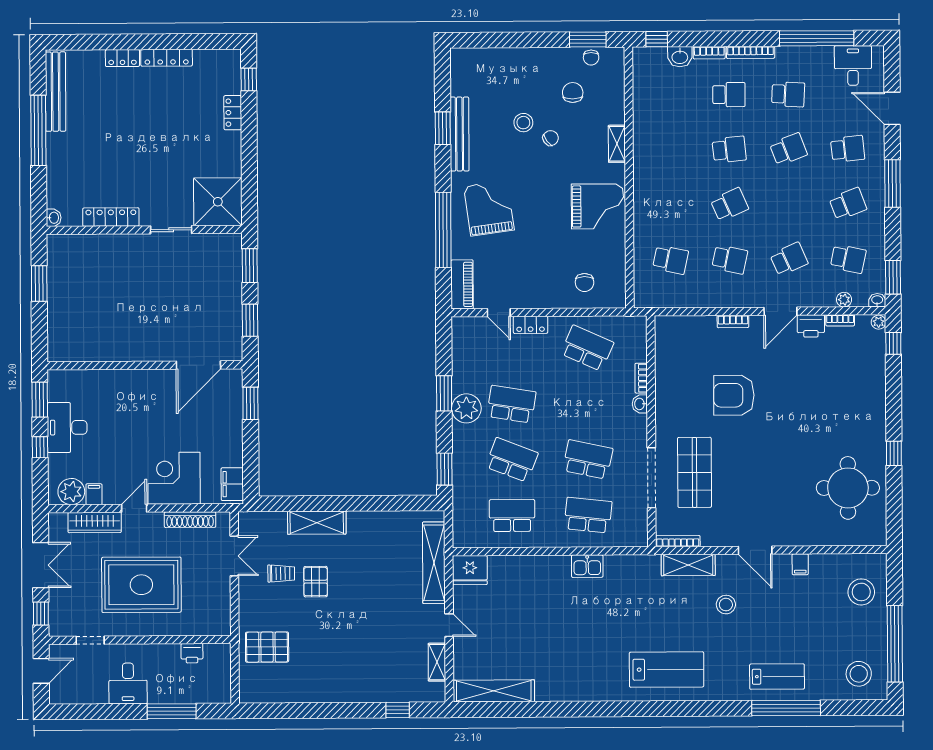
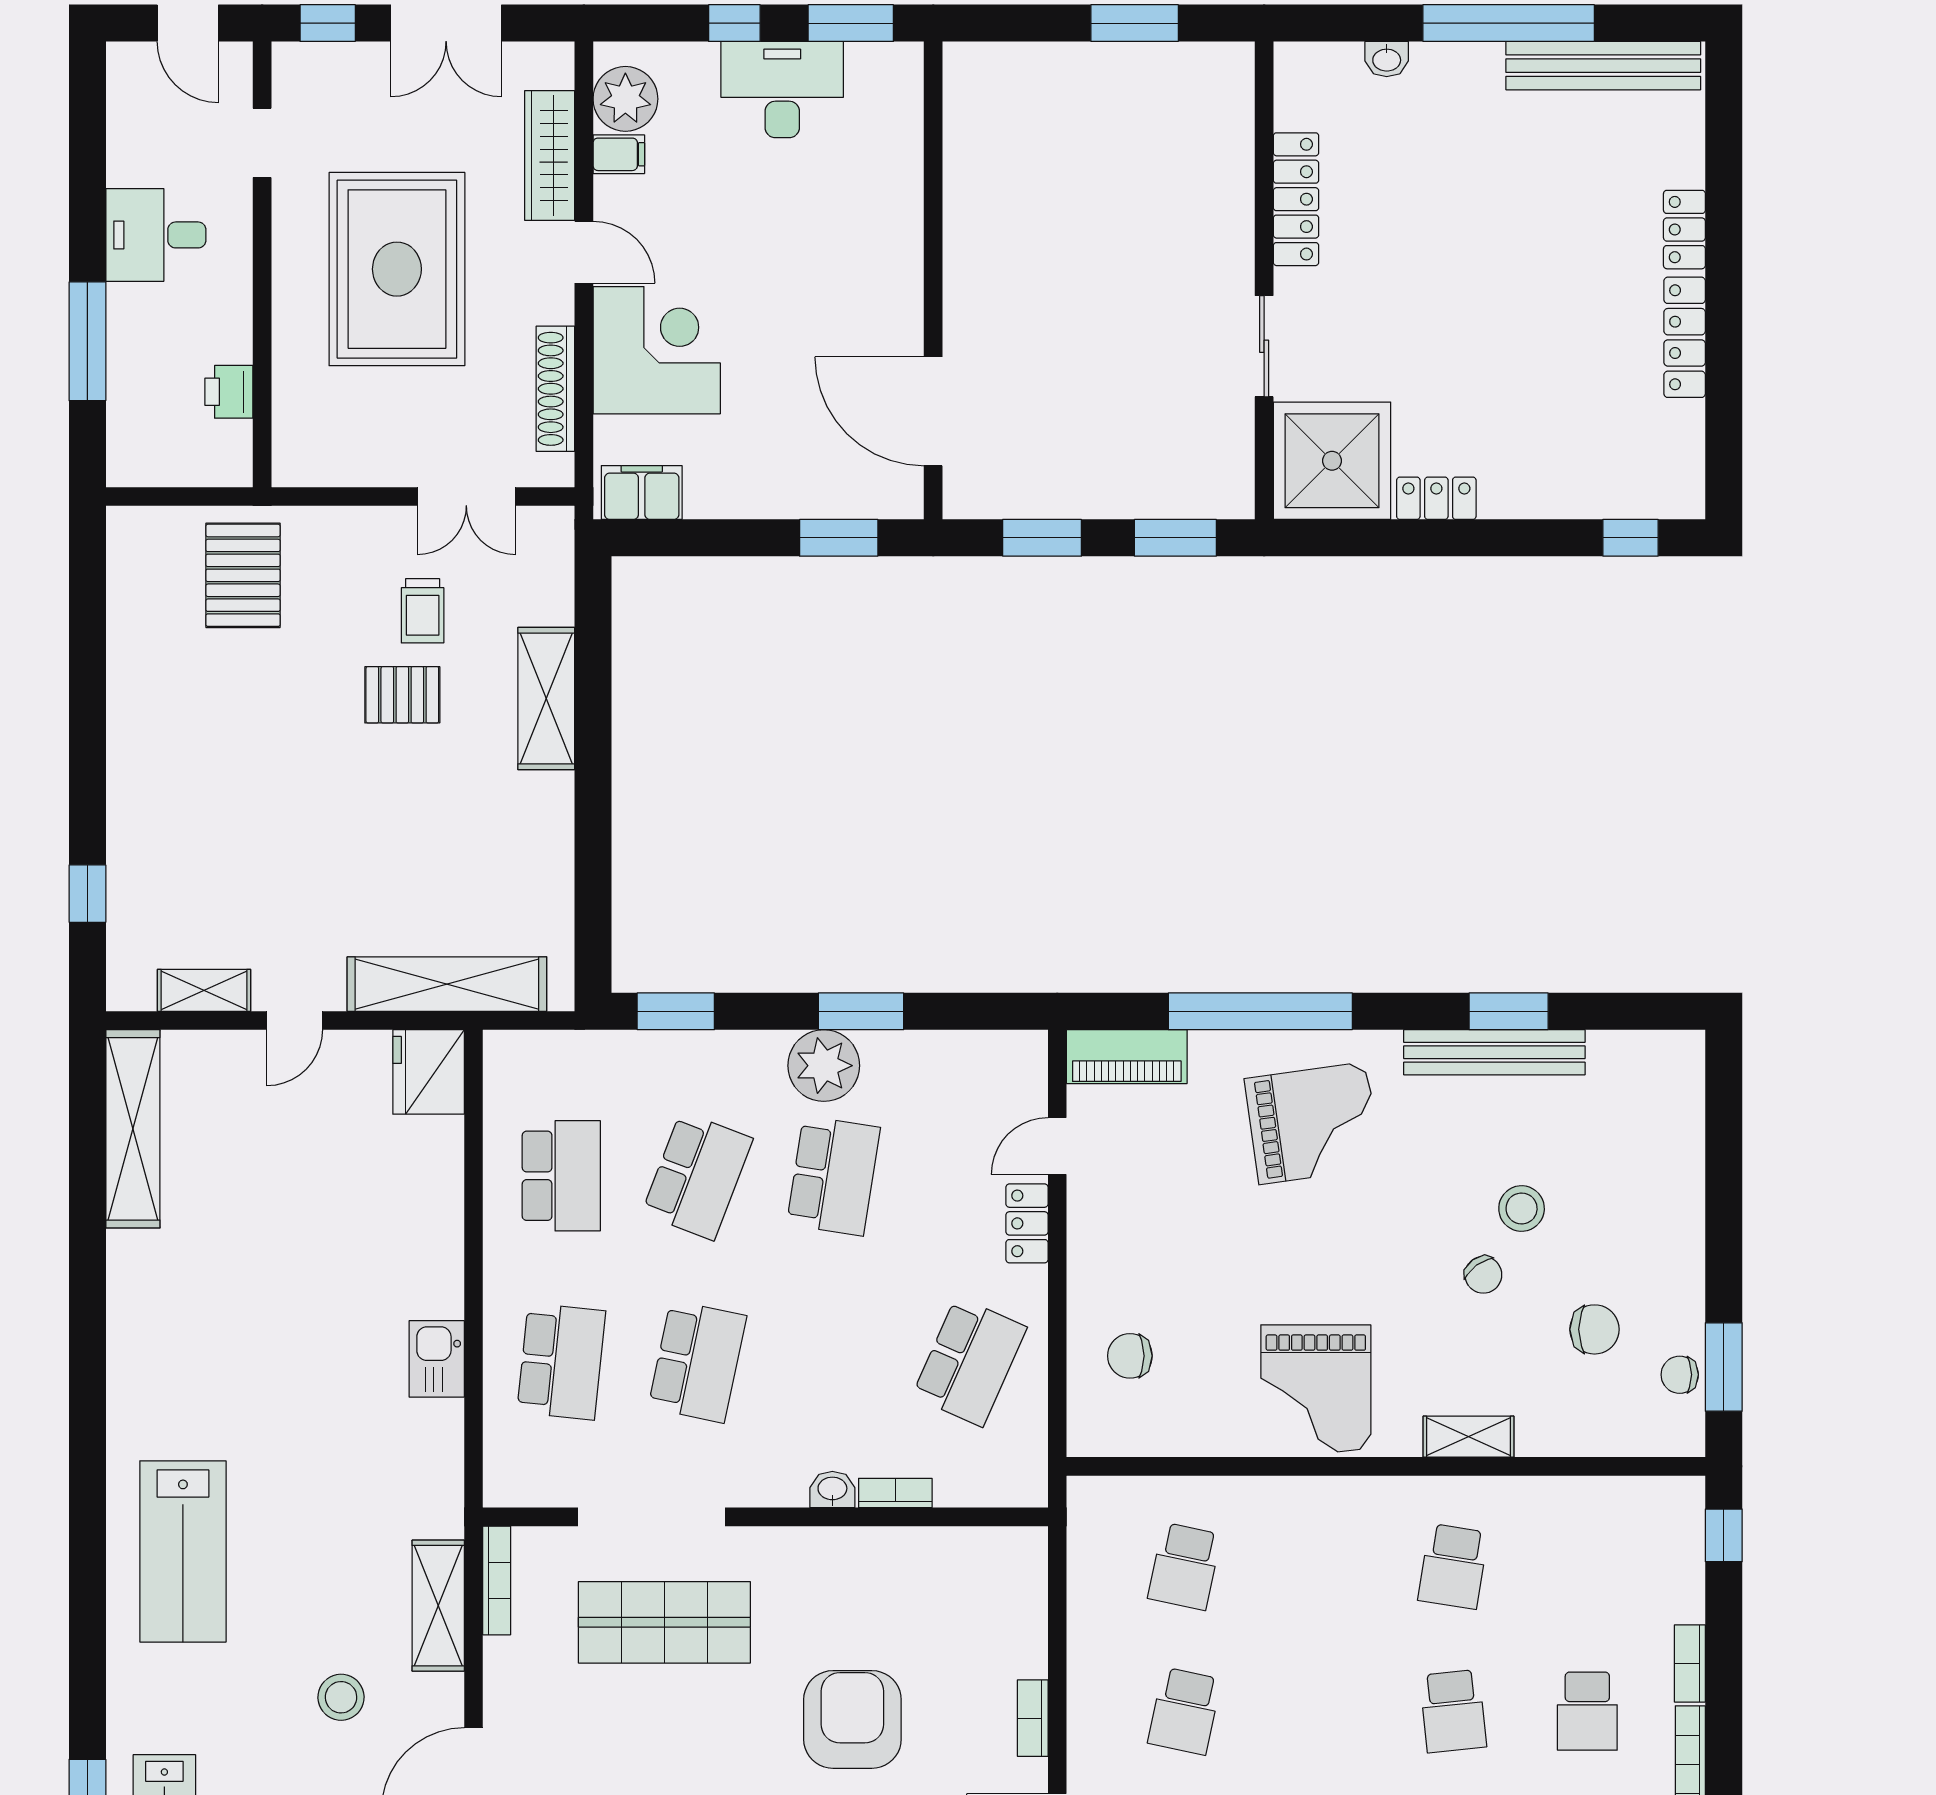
washbasin: (680, 57) -> (1680, 1592), removed
locker: (233, 113) -> (1436, 498), moved
school desk: (729, 204) -> (1453, 1566), moved, turned 33
washbasin: (54, 218) -> (1387, 59), moved

